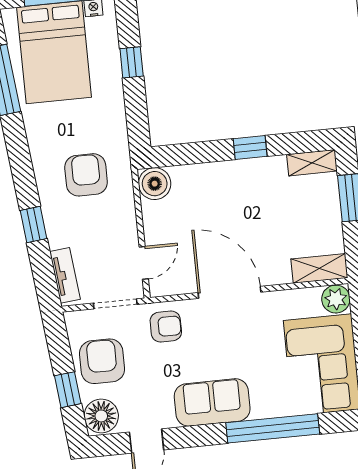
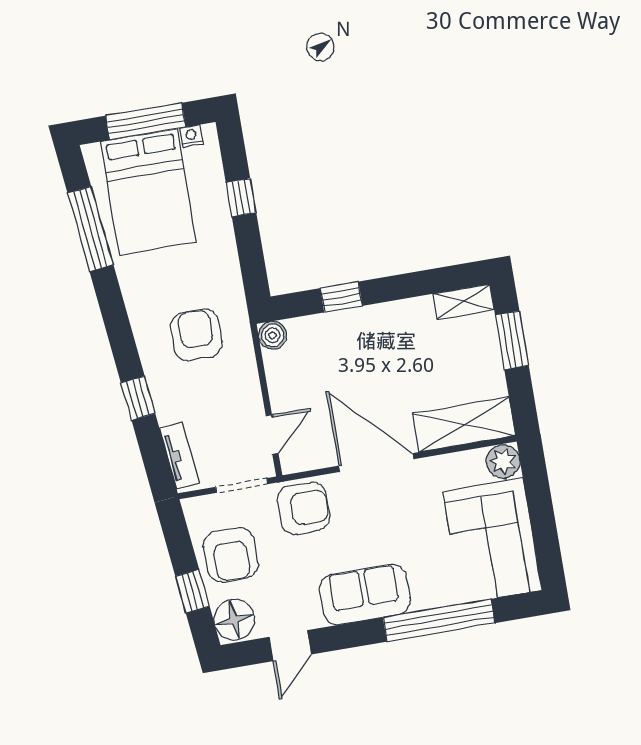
window: (250, 148) -> (341, 297), moved
boiler: (155, 184) -> (273, 335), width x0.73, depth x0.73
shelving: (319, 268) -> (464, 424), width x1.50, depth x1.33
armchair: (166, 327) -> (304, 508), width x1.38, depth x1.38
armchair: (102, 361) -> (231, 555), turned 180

